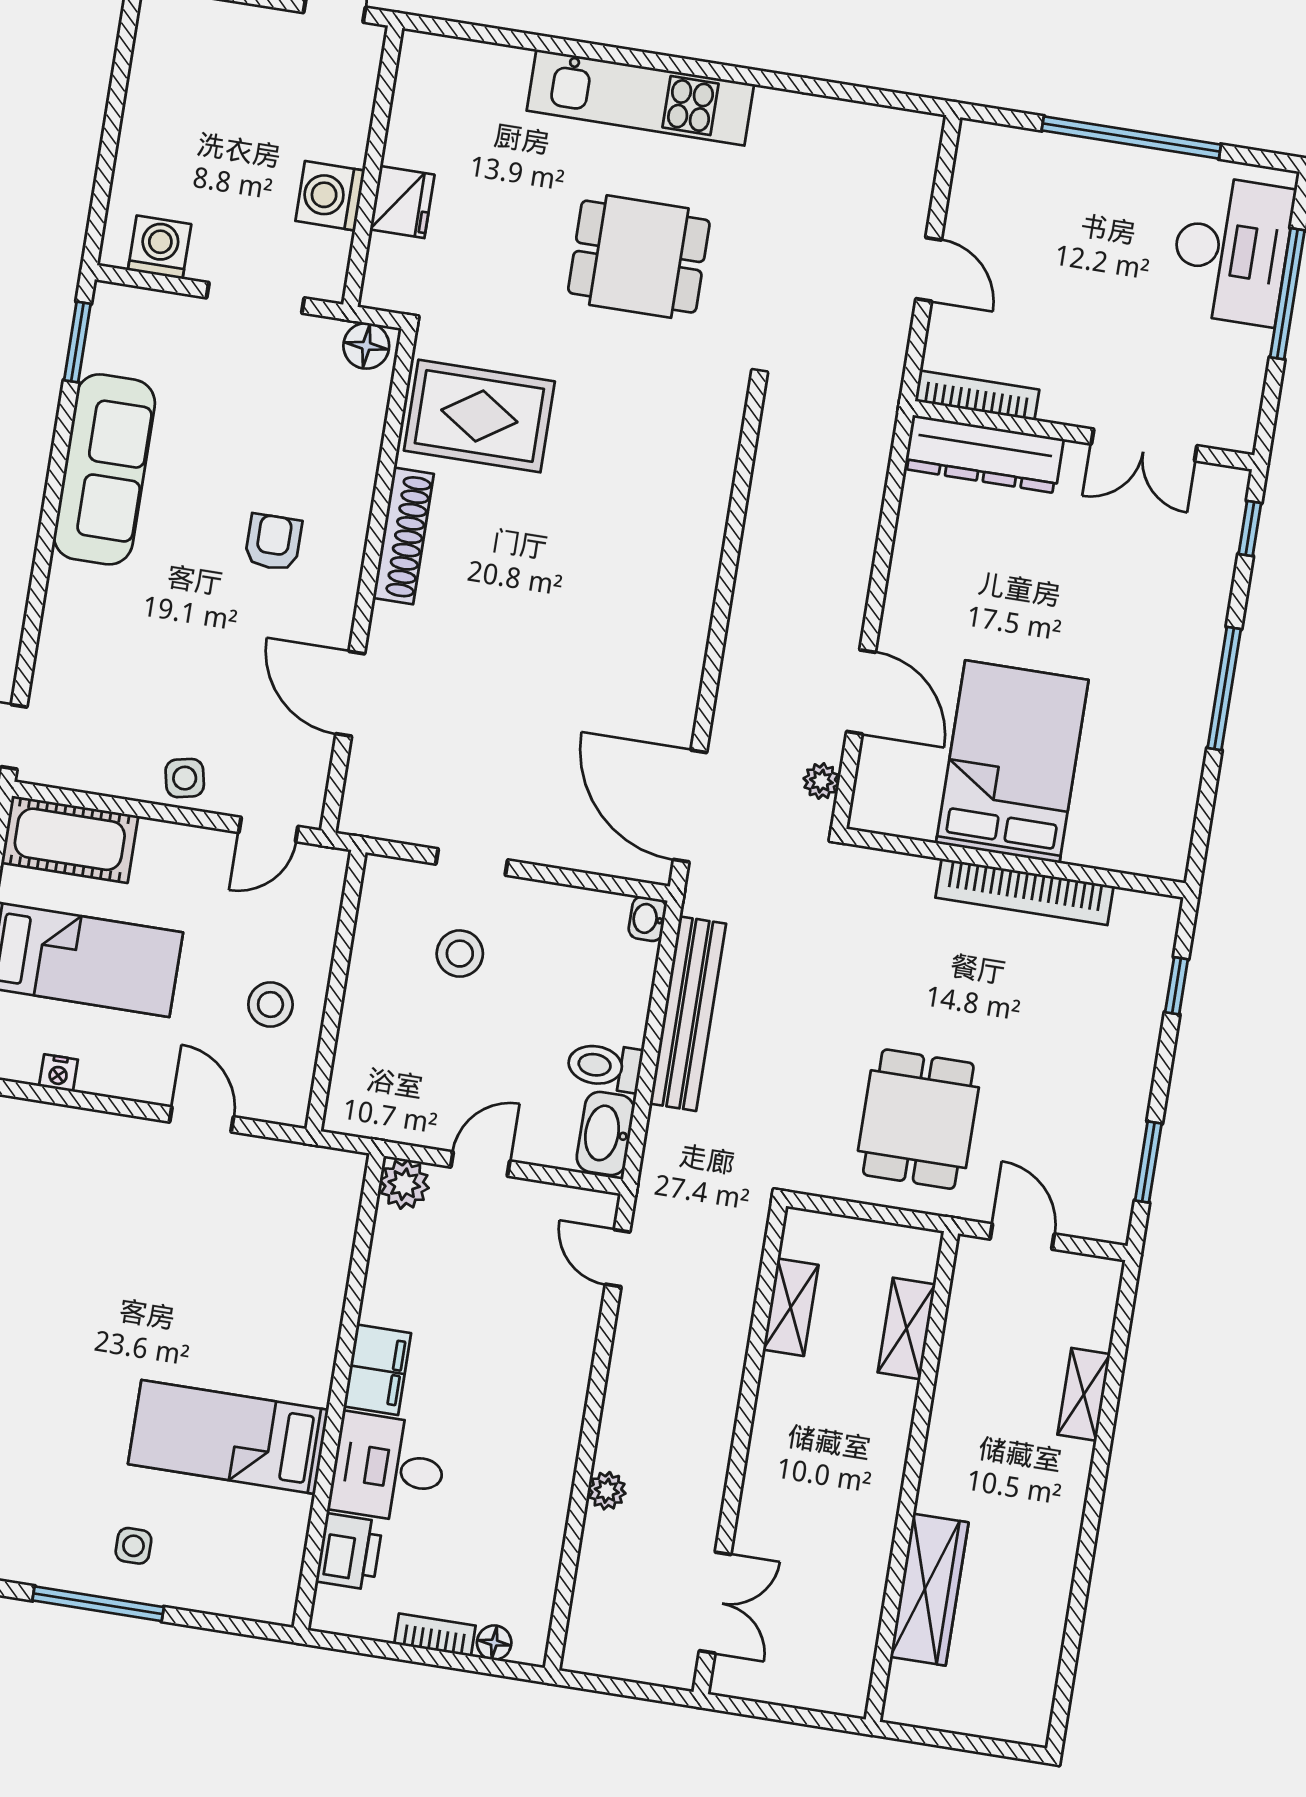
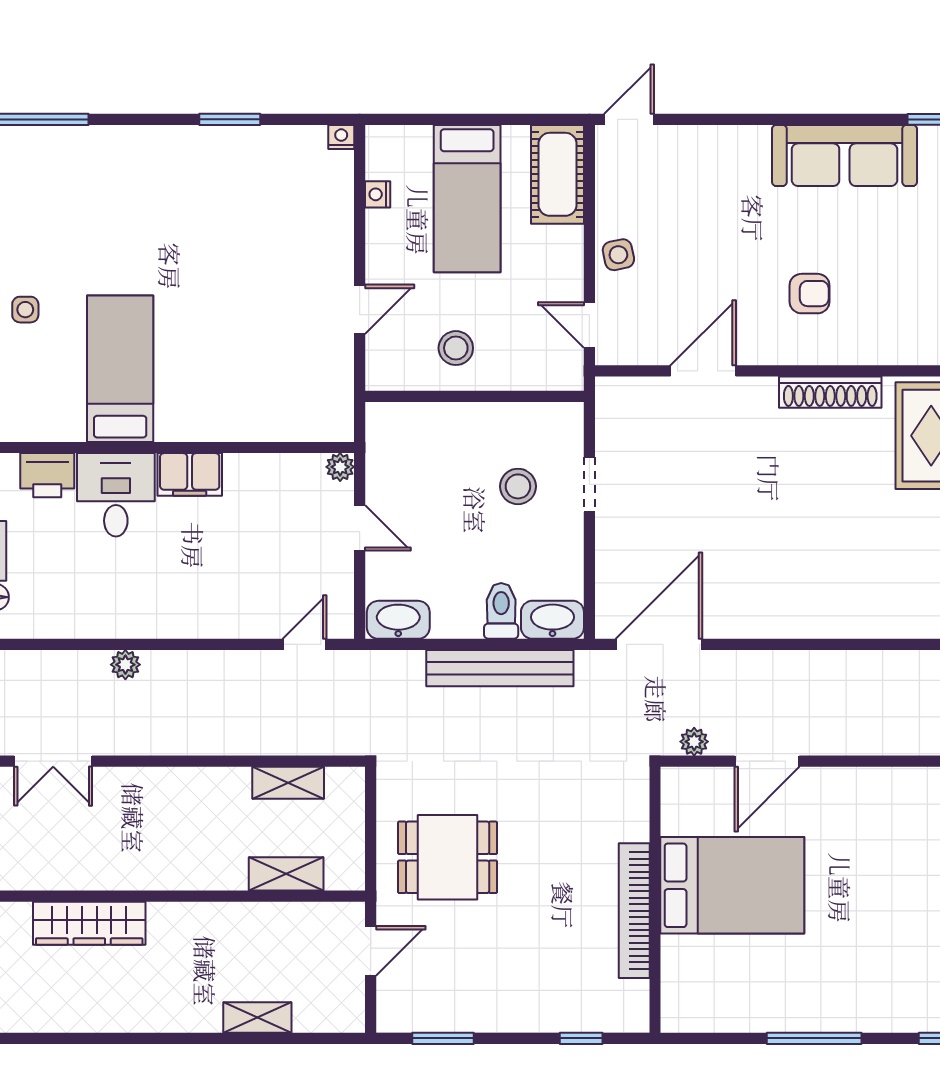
washbasin: (647, 919) -> (552, 620), width x1.91, depth x1.45
toilet: (605, 1066) -> (501, 611), moved
plant: (404, 1184) -> (340, 467), width x0.73, depth x0.73

